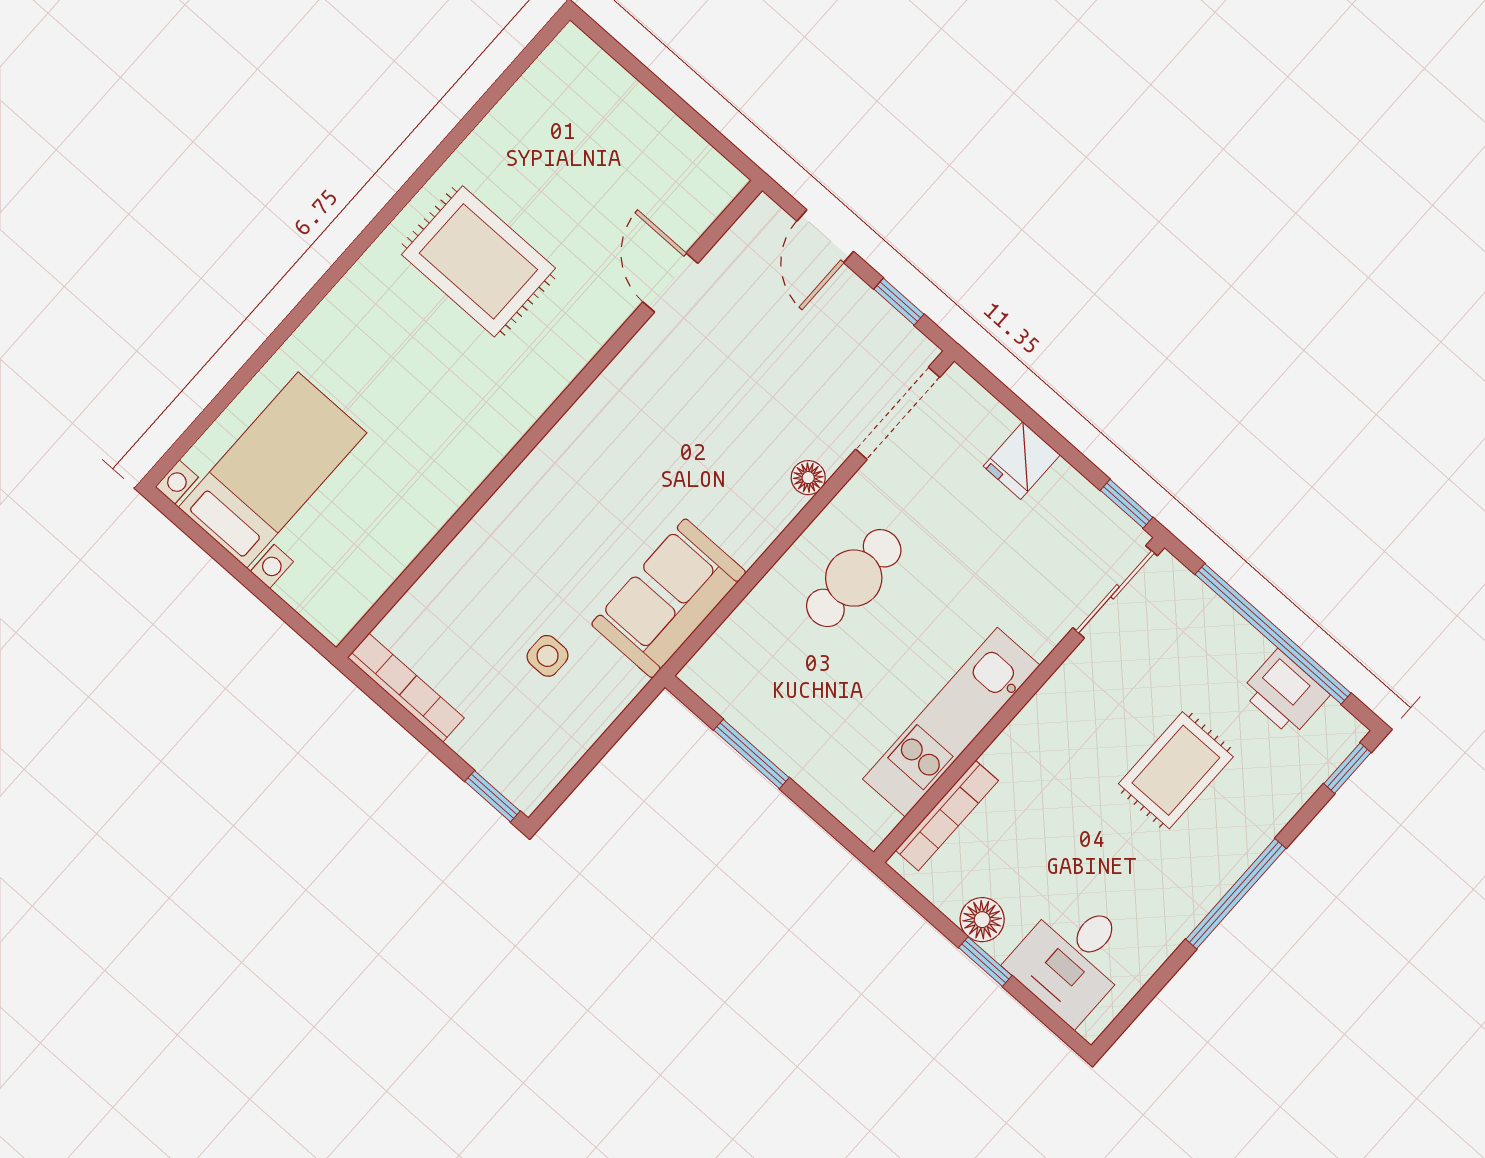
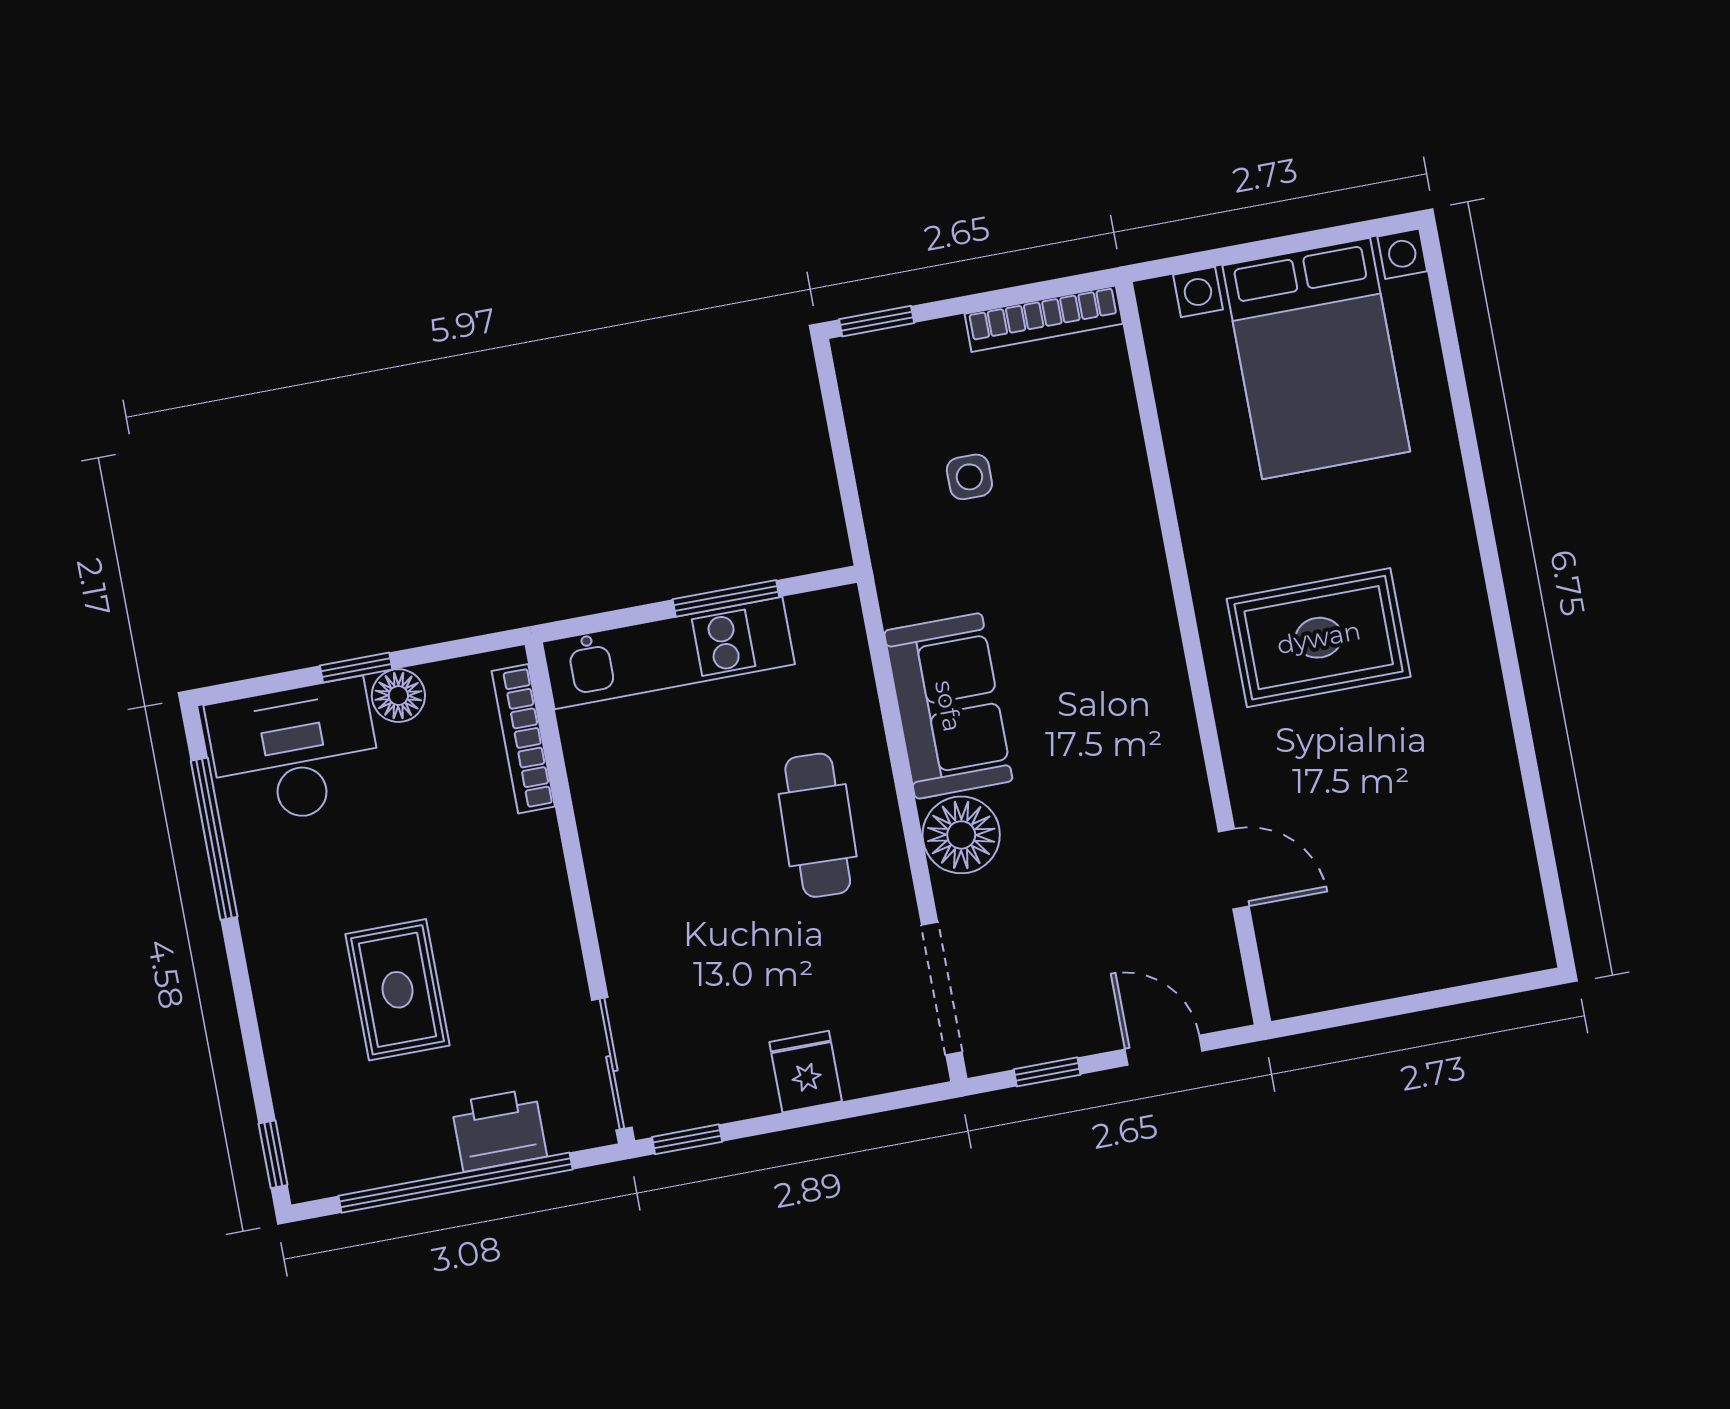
rug: (478, 261) -> (1319, 638), moved
bed with nightstands: (272, 470) -> (1316, 359), width x1.36
floor lamp: (808, 478) -> (961, 835), width x1.89, depth x1.89
sofa: (669, 598) -> (948, 706), moved
printer: (1285, 693) -> (499, 1130), moved
kitchen unit: (951, 722) -> (668, 653), moved, turned 90
window: (1236, 894) -> (214, 839), moved
desk: (1073, 958) -> (295, 753), width x1.37

